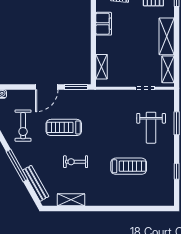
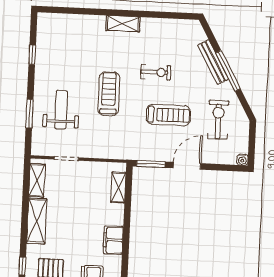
treadmill: (129, 166) -> (109, 94), moved, turned 90
bench: (36, 183) -> (213, 62), moved
shelving: (71, 200) -> (123, 24), moved

